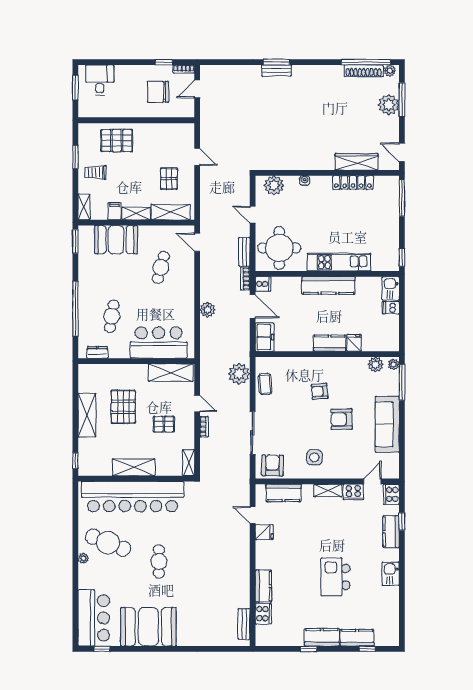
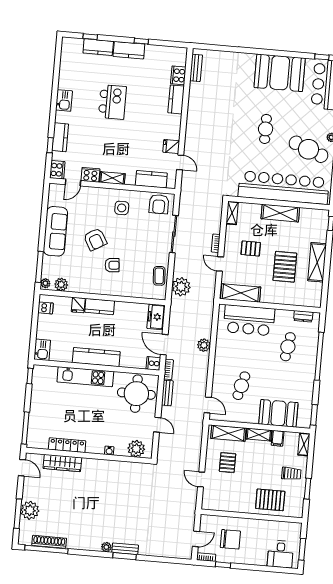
plant: (390, 71) -> (106, 547), moved
dishwasher: (391, 308) -> (46, 308), moved
armchair: (341, 419) -> (95, 239), turned 61

